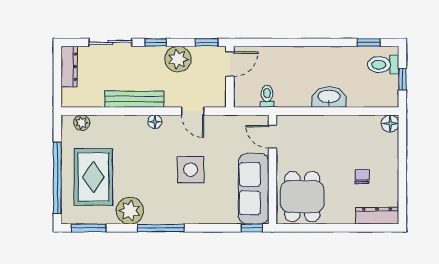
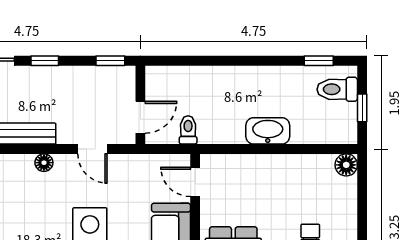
plant: (178, 59) -> (74, 82), removed
door: (230, 64) -> (140, 117), moved

